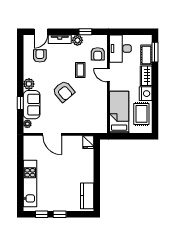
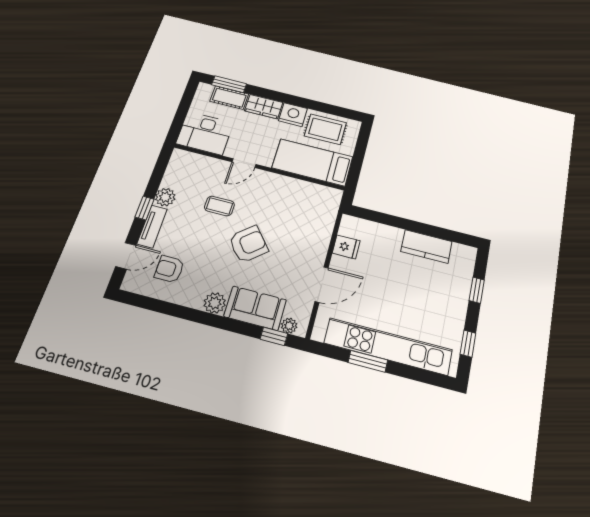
door: (41, 32) -> (126, 256), hinge flipped
window: (85, 32) -> (144, 208), moved
armchair: (98, 54) -> (201, 171), removed
window: (20, 103) -> (274, 336), moved
fridge: (88, 142) -> (346, 247), moved
window: (20, 167) -> (368, 361), added
kitchen unit: (30, 183) -> (388, 346), width x1.36
kitchen counter: (87, 196) -> (426, 246), moved
window: (60, 214) -> (477, 290), moved

